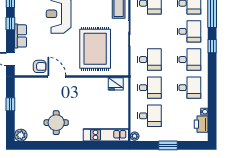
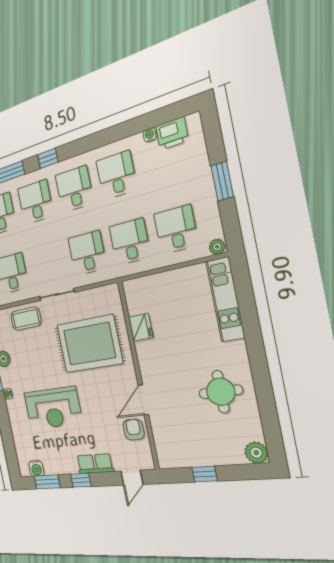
fridge: (116, 84) -> (141, 327), moved

